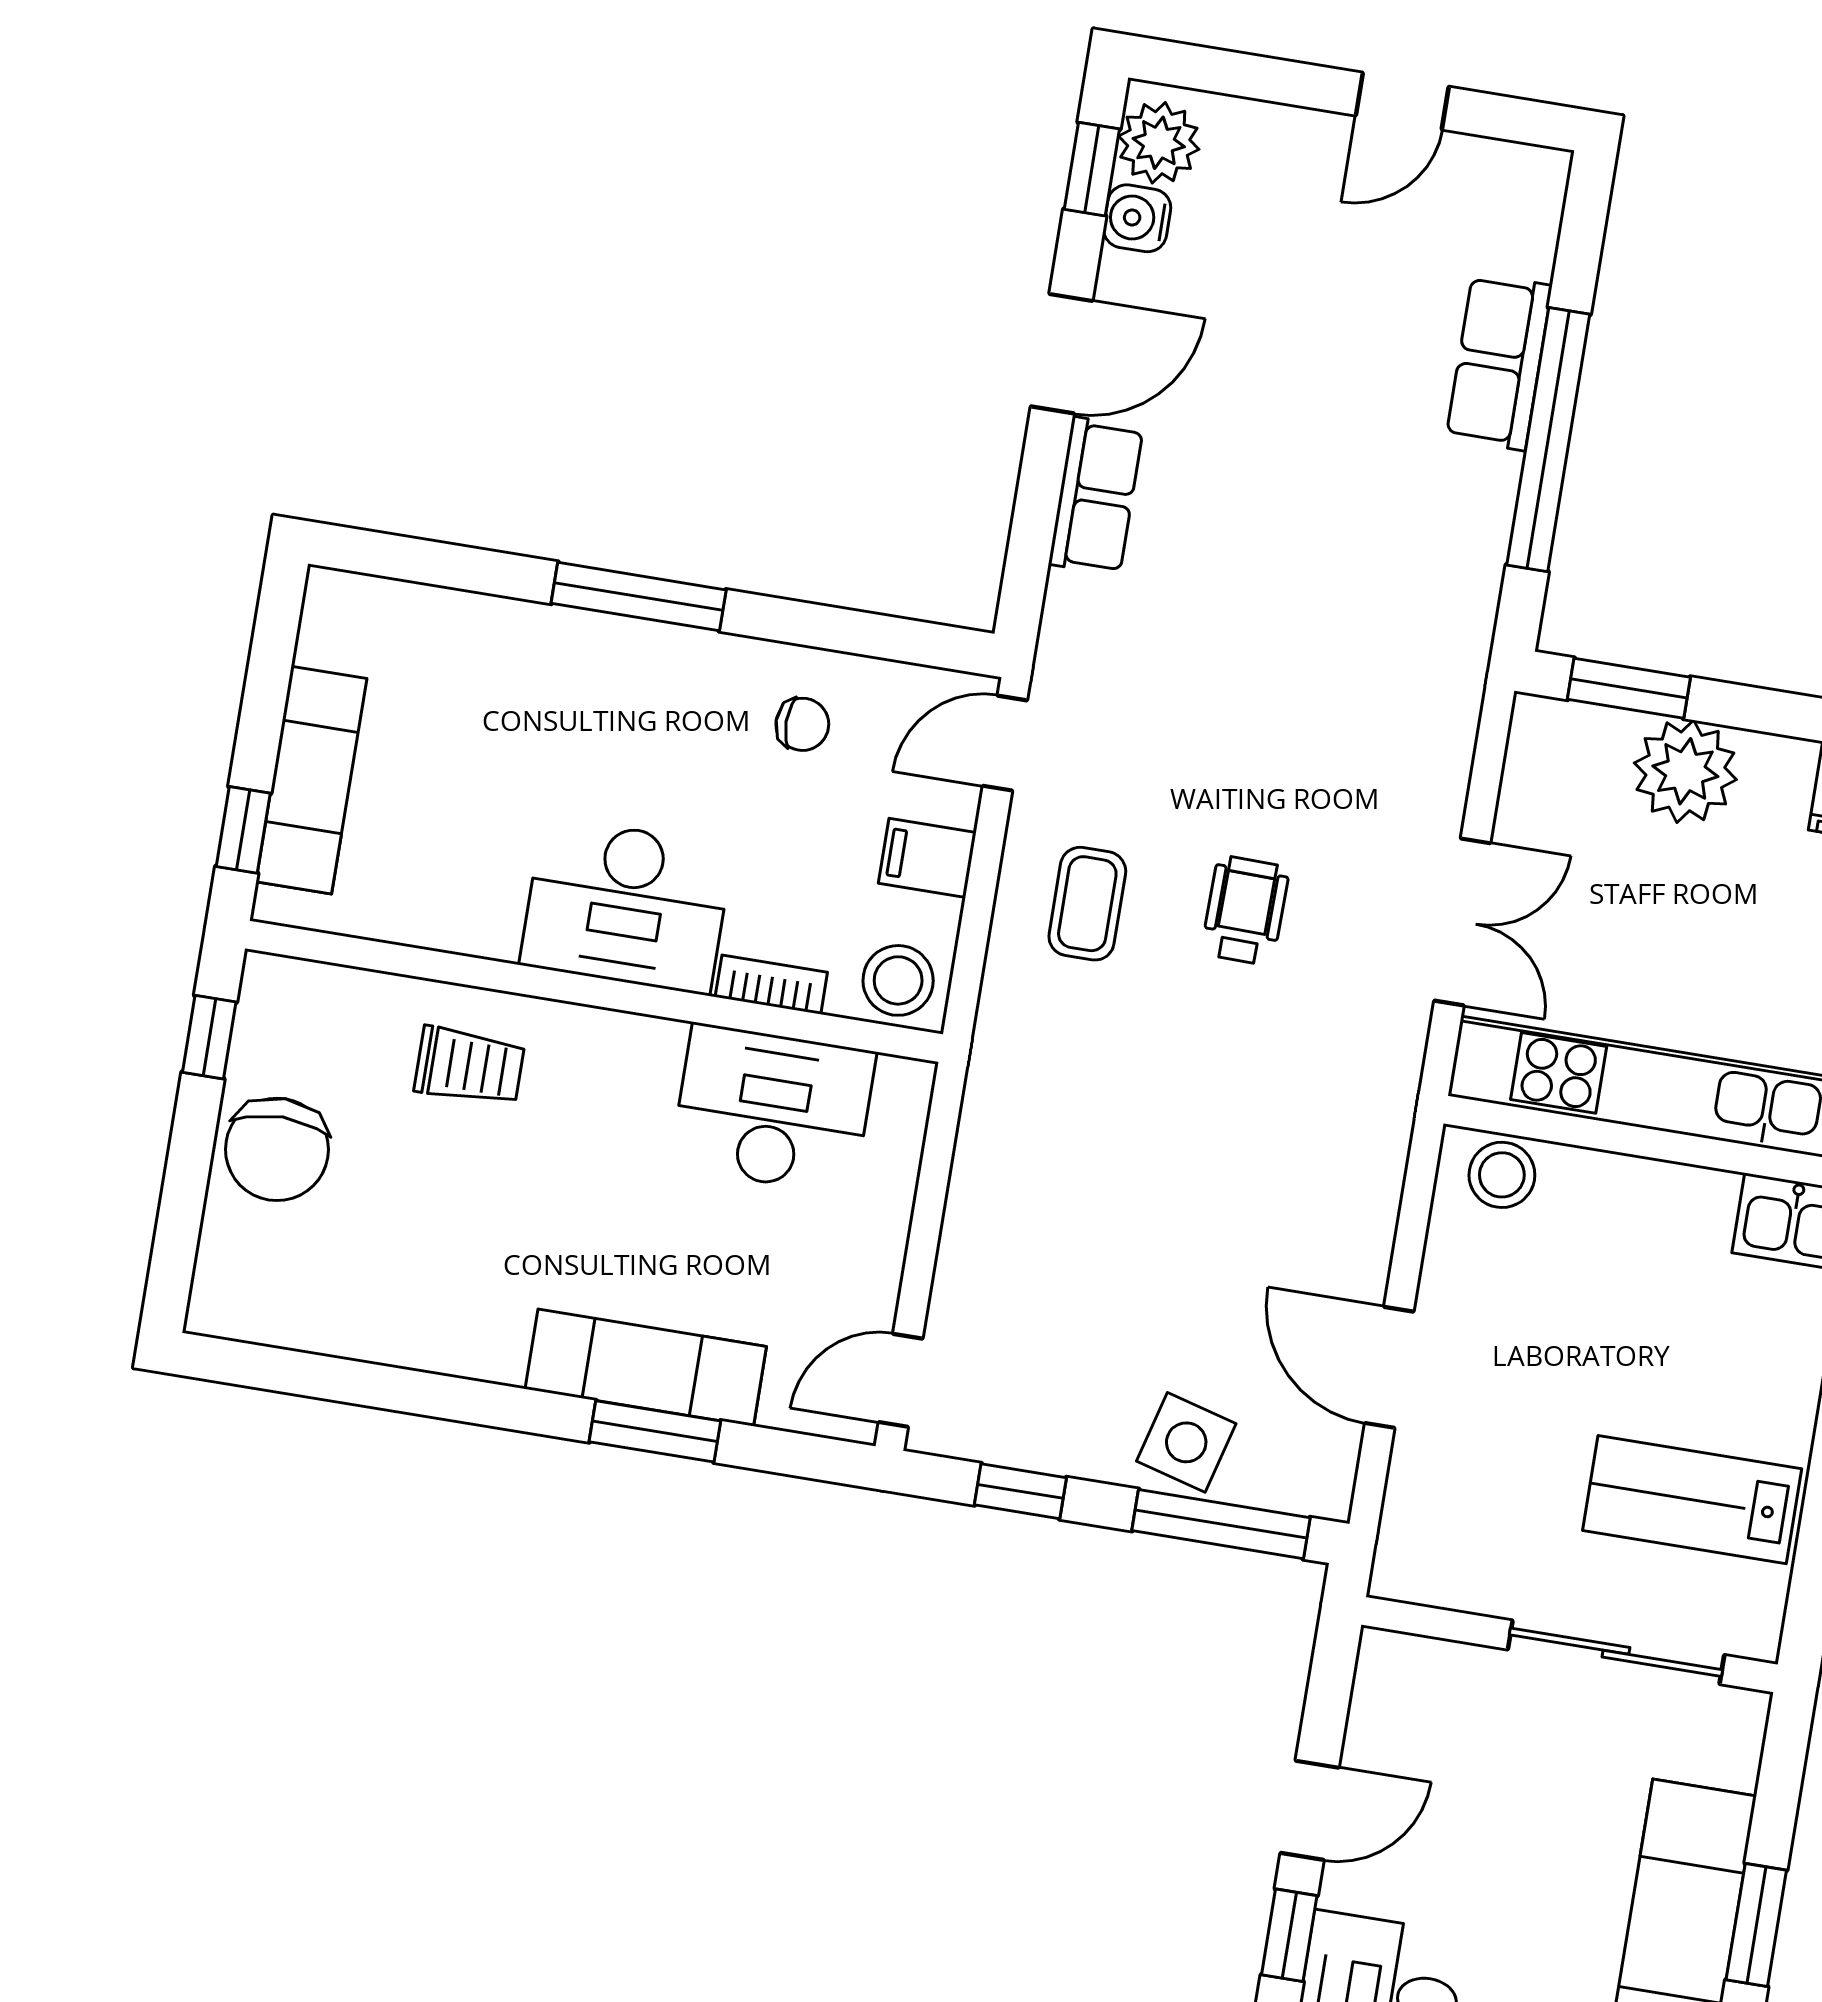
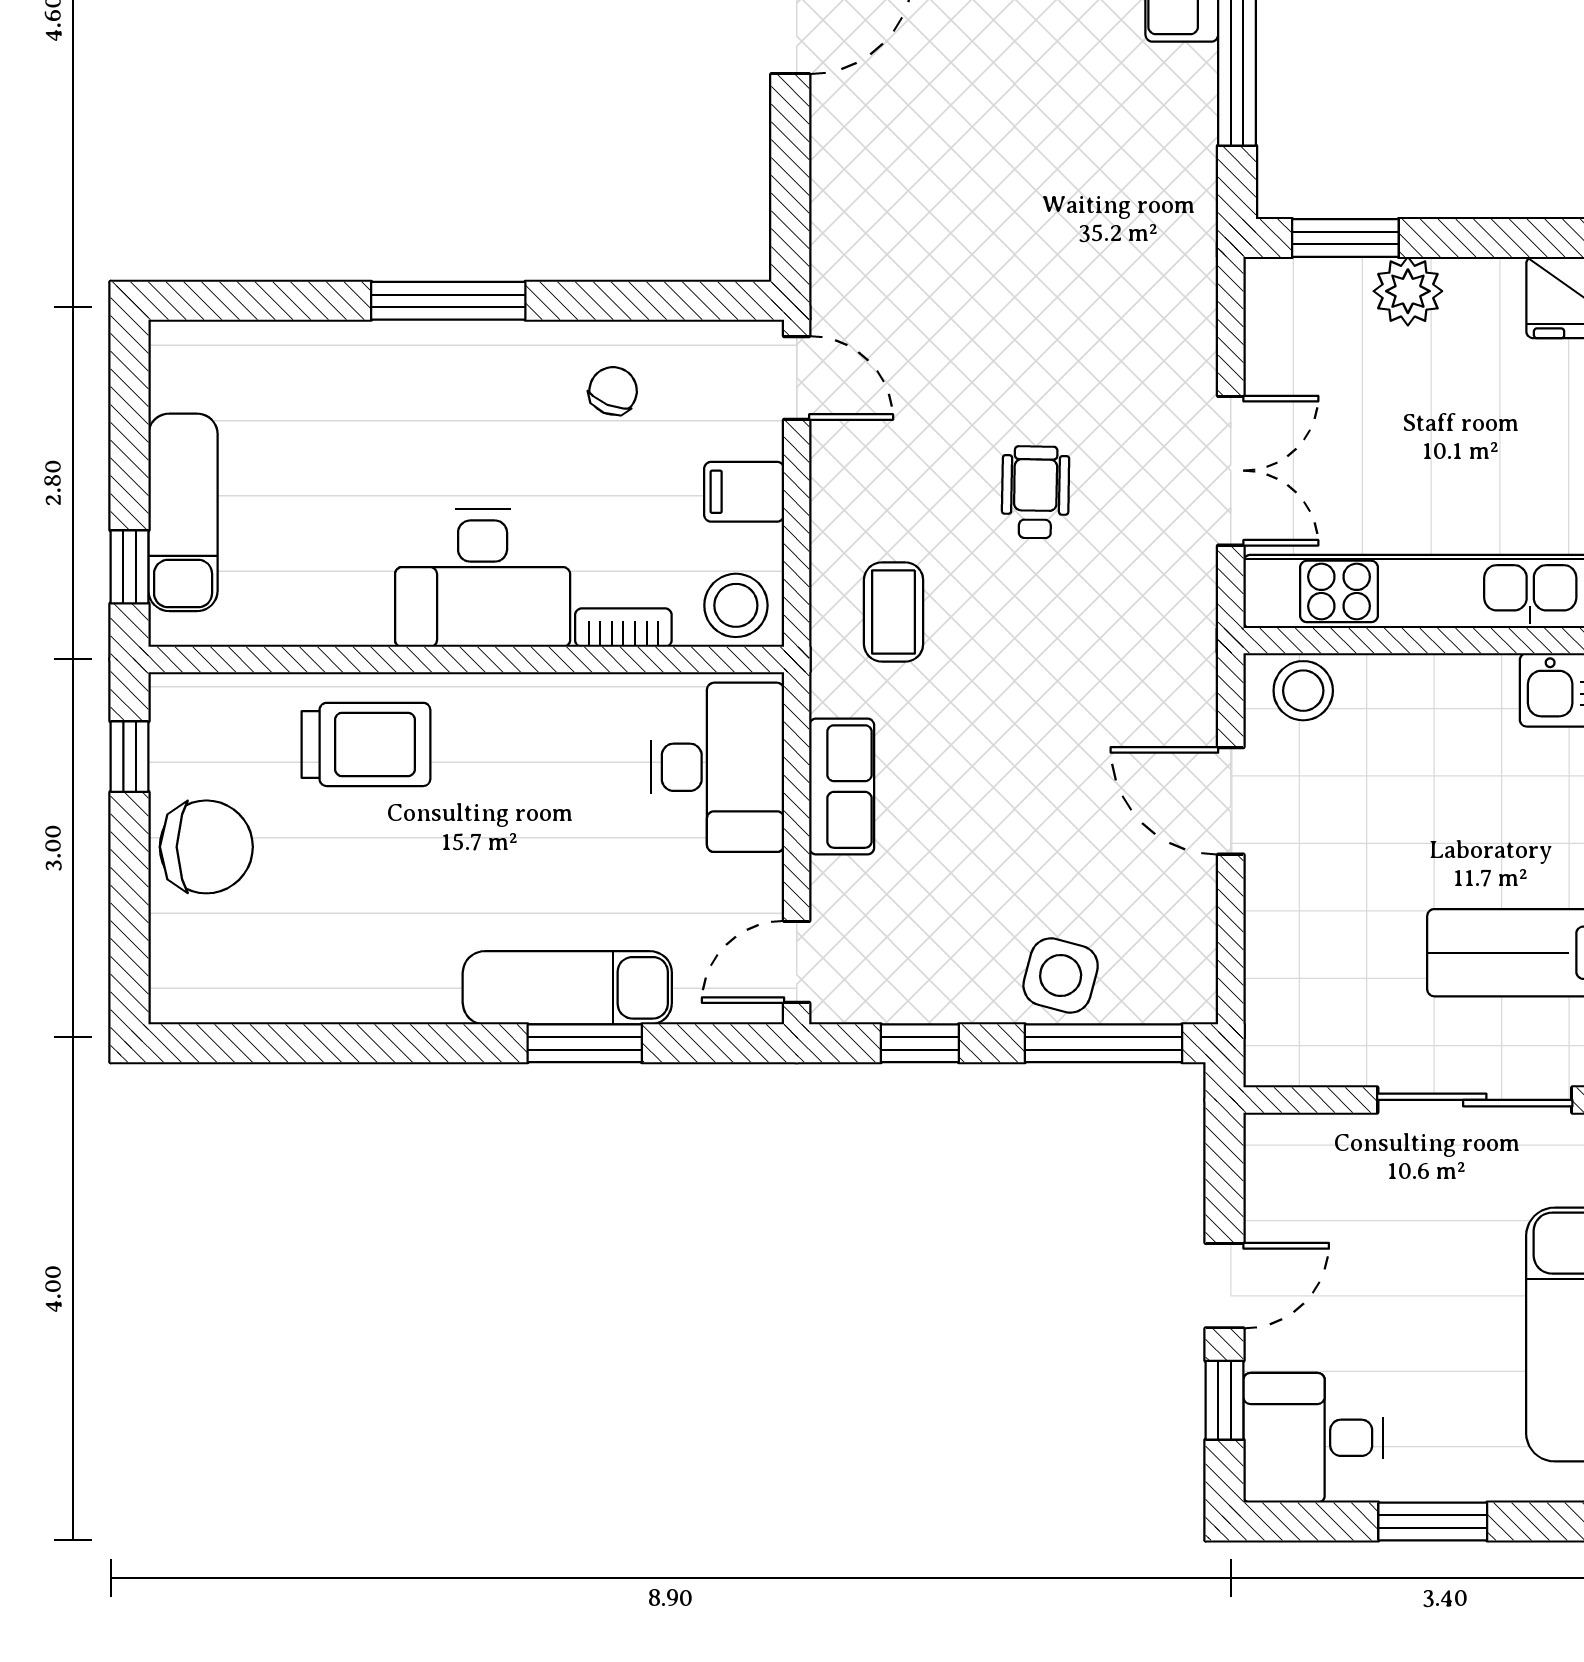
row of seats: (1096, 496) -> (842, 787), moved
chair: (802, 724) -> (613, 391), turned -68
door: (1005, 743) -> (797, 378), swing flipped
plant: (1685, 771) -> (1408, 291), width x0.73, depth x0.73
coffee table: (1087, 904) -> (894, 612), moved
trolley: (469, 1066) -> (366, 744), width x1.36, depth x1.39
desk: (773, 1109) -> (718, 767), moved, turned 90
chair: (277, 1149) -> (206, 847), turned -90
door: (1389, 1367) -> (1231, 801), moved

